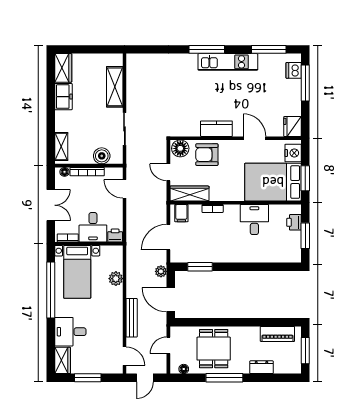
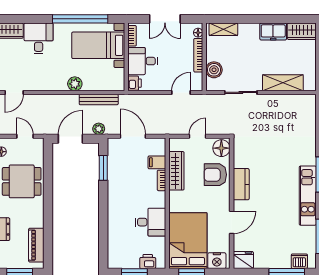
armchair: (207, 155) -> (215, 175), turned -90
wardrobe: (189, 194) -> (176, 171), moved
filing cabinet: (181, 213) -> (157, 162), moved
plant: (116, 279) -> (75, 84), moved
bench: (132, 318) -> (99, 100), moved

